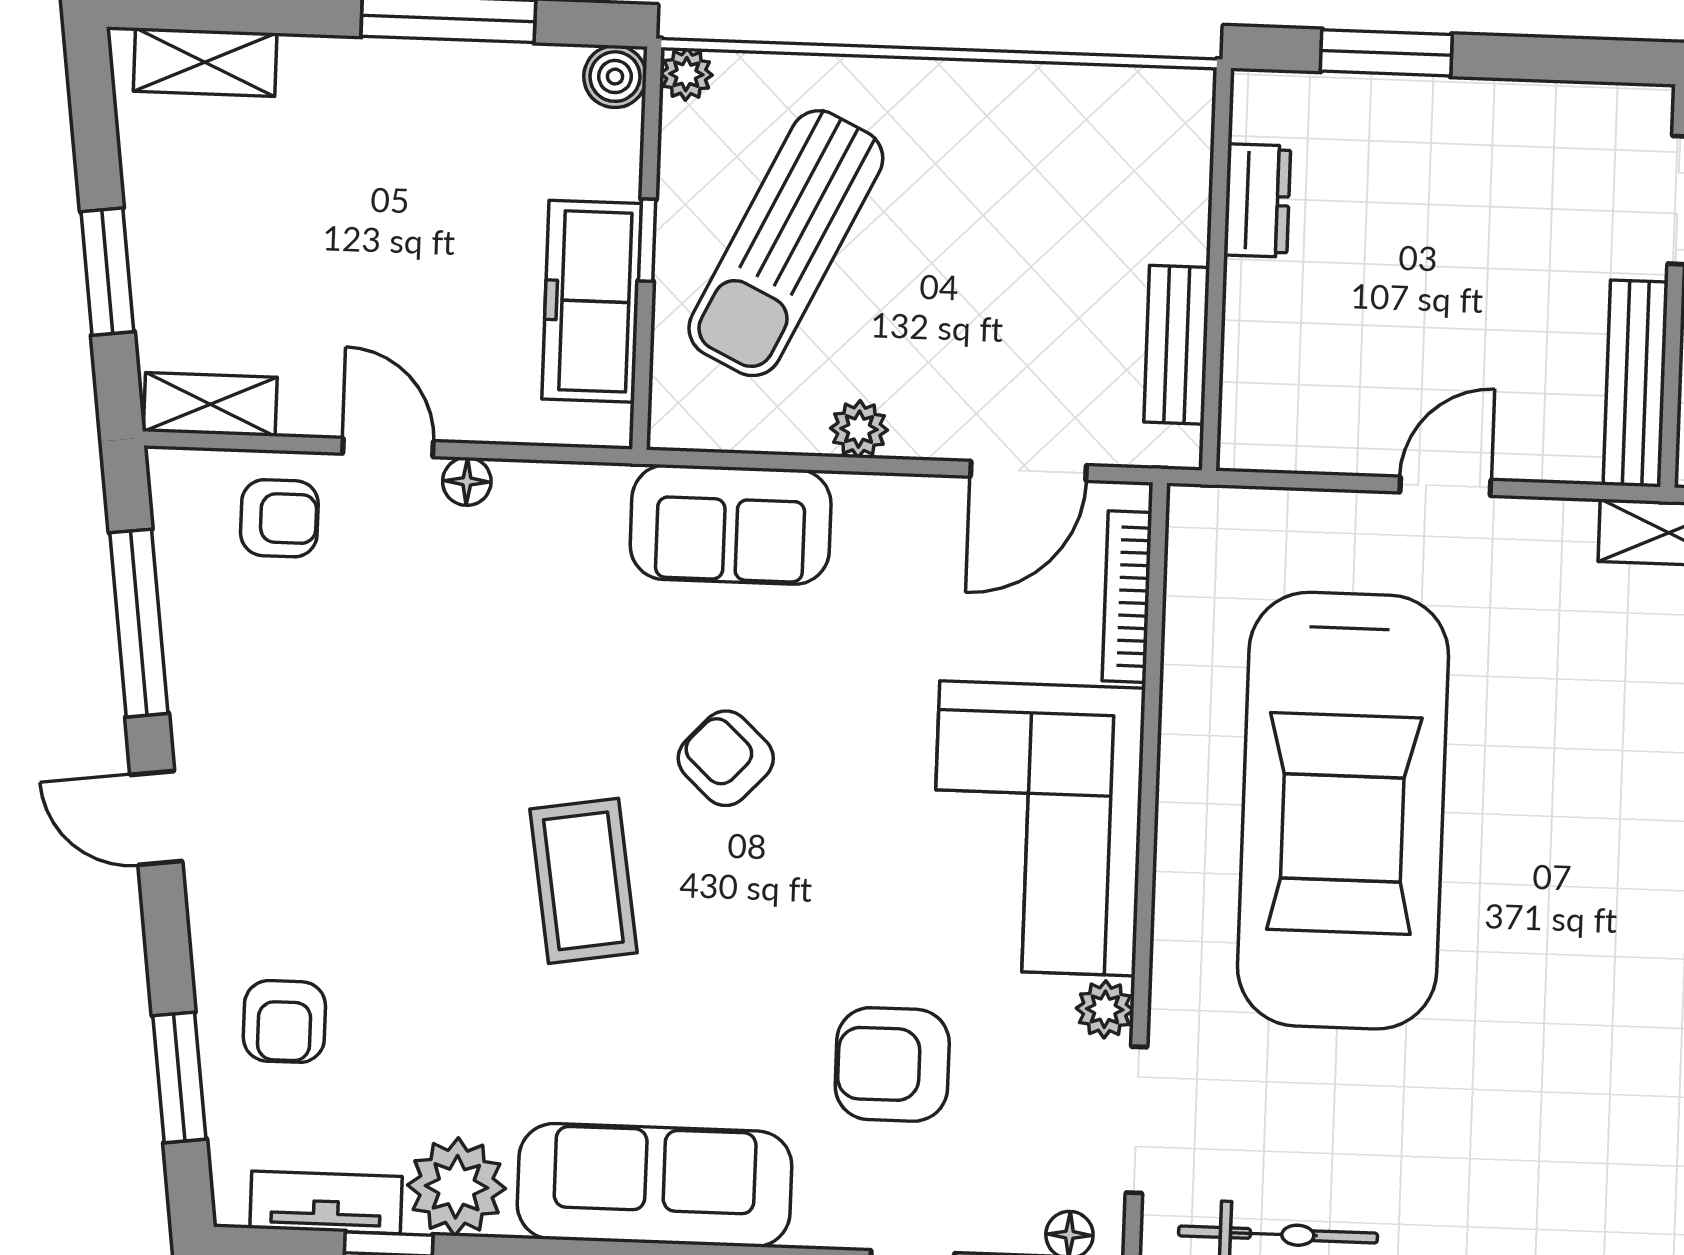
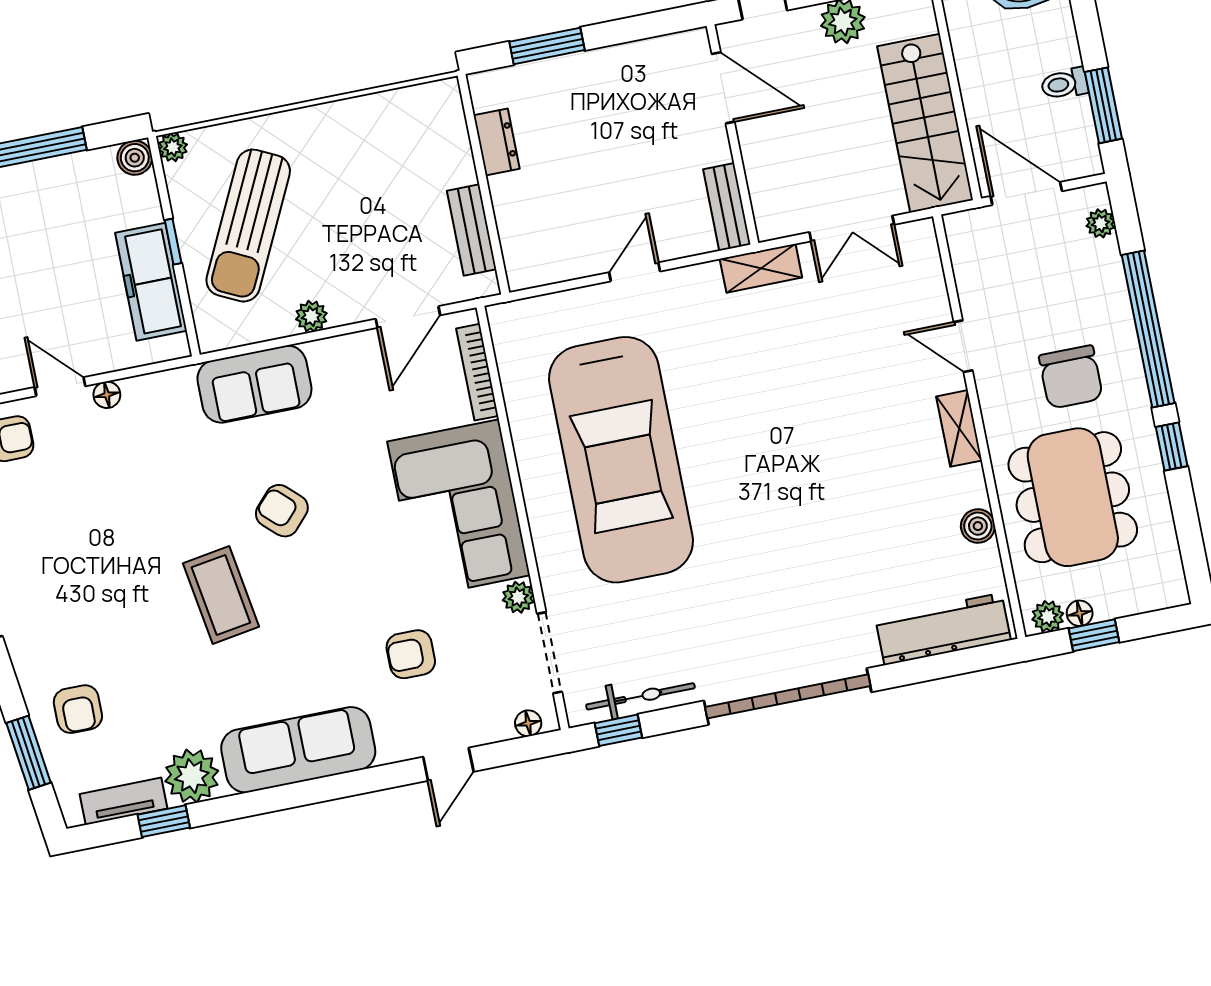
bench: (1636, 383) -> (727, 207), width x0.73
armchair: (892, 1064) -> (411, 654), width x0.72, depth x0.72

